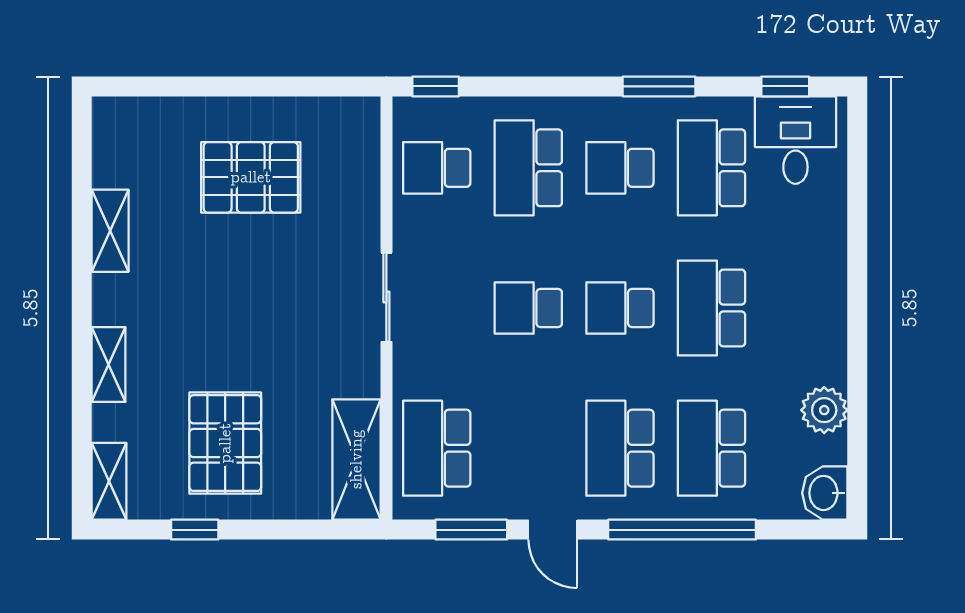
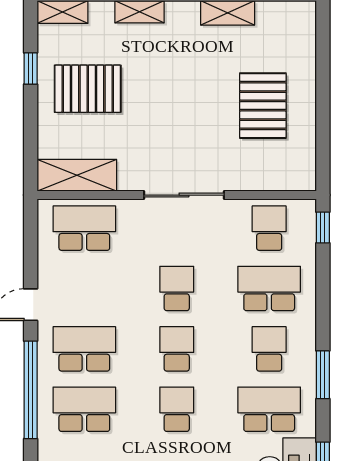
sliding door: (386, 297) -> (184, 195), width x1.37
school desk: (711, 308) -> (177, 409), width x0.54
window: (471, 530) -> (31, 251), removed

